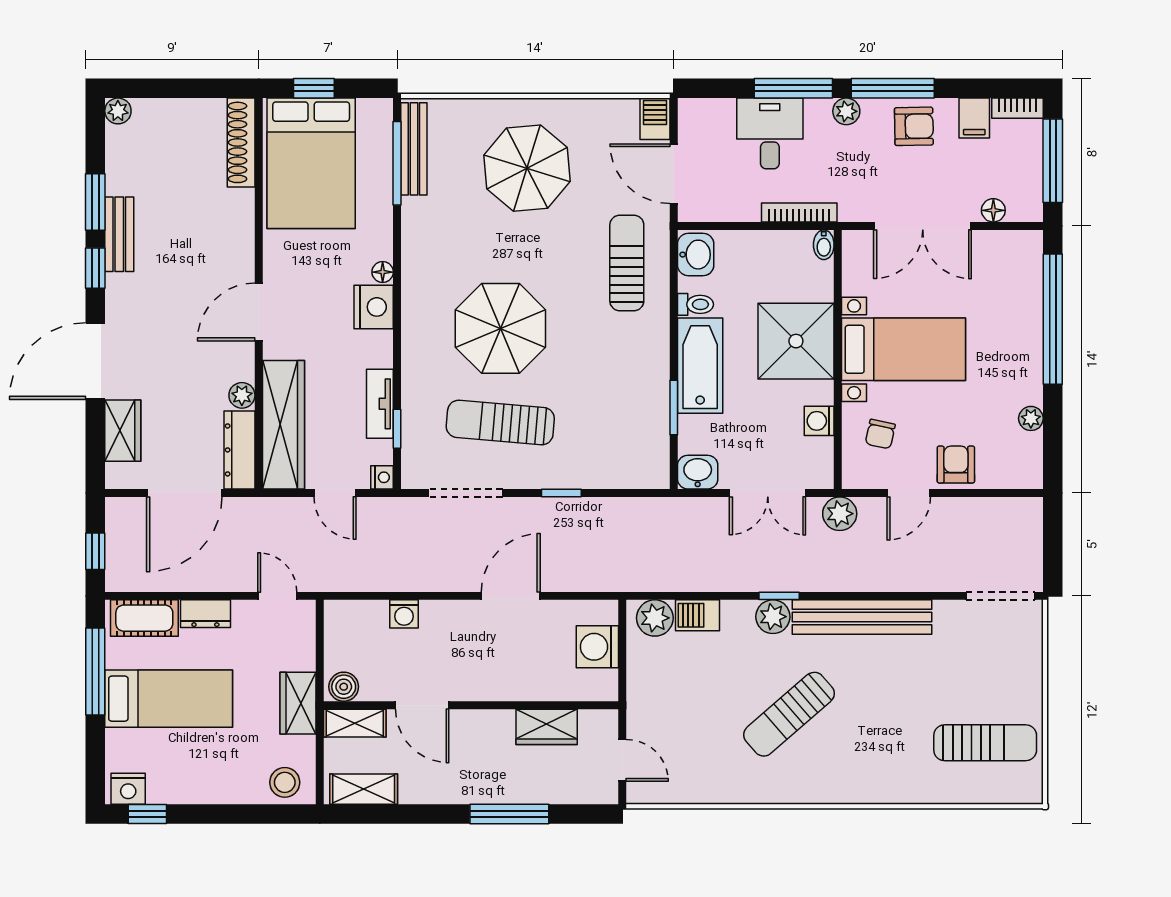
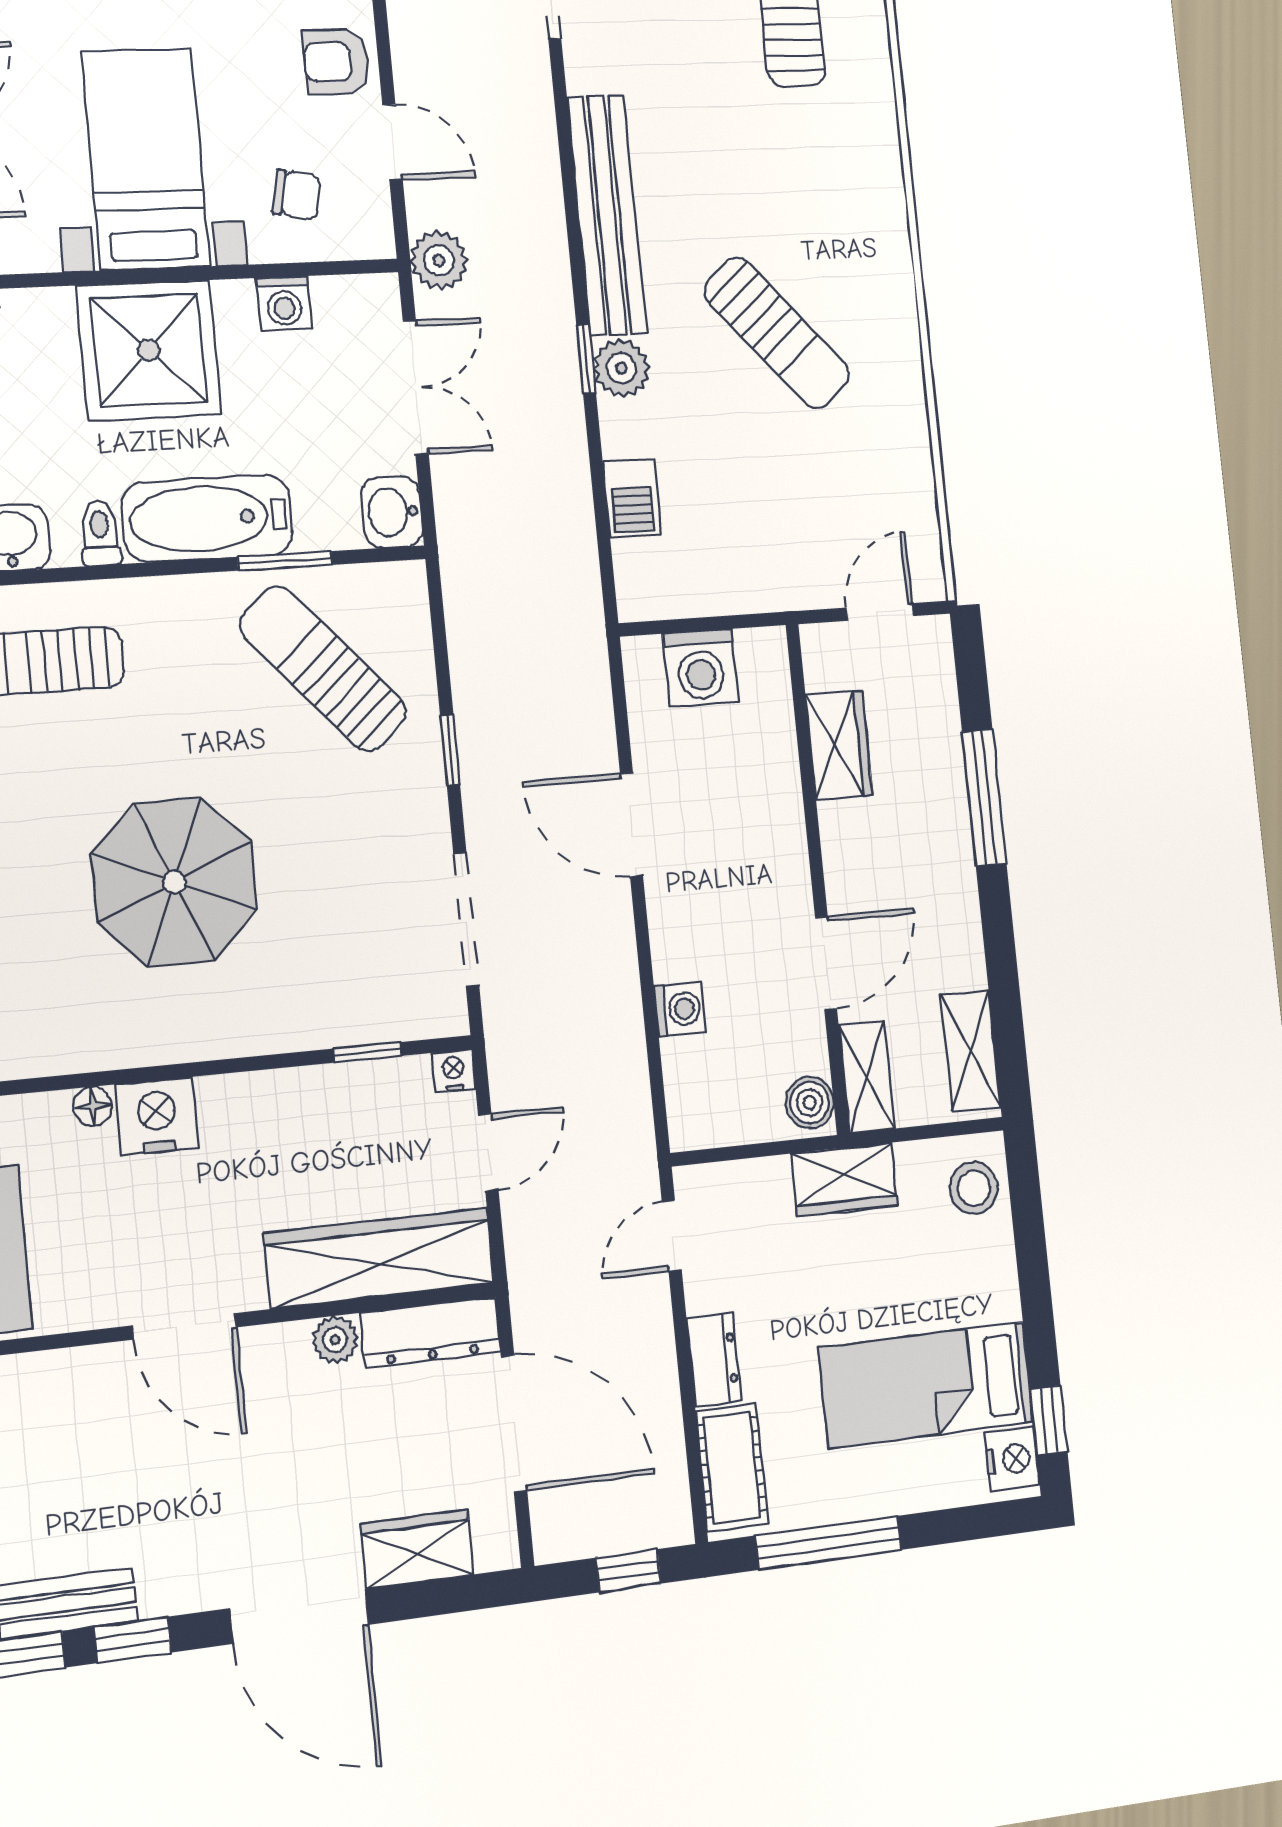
tv unit: (380, 404) -> (327, 1087), removed
sun lounger: (500, 423) -> (323, 669), moved, turned 133
plant: (655, 618) -> (644, 571), removed
bed: (169, 699) -> (926, 1385), moved, turned -90

